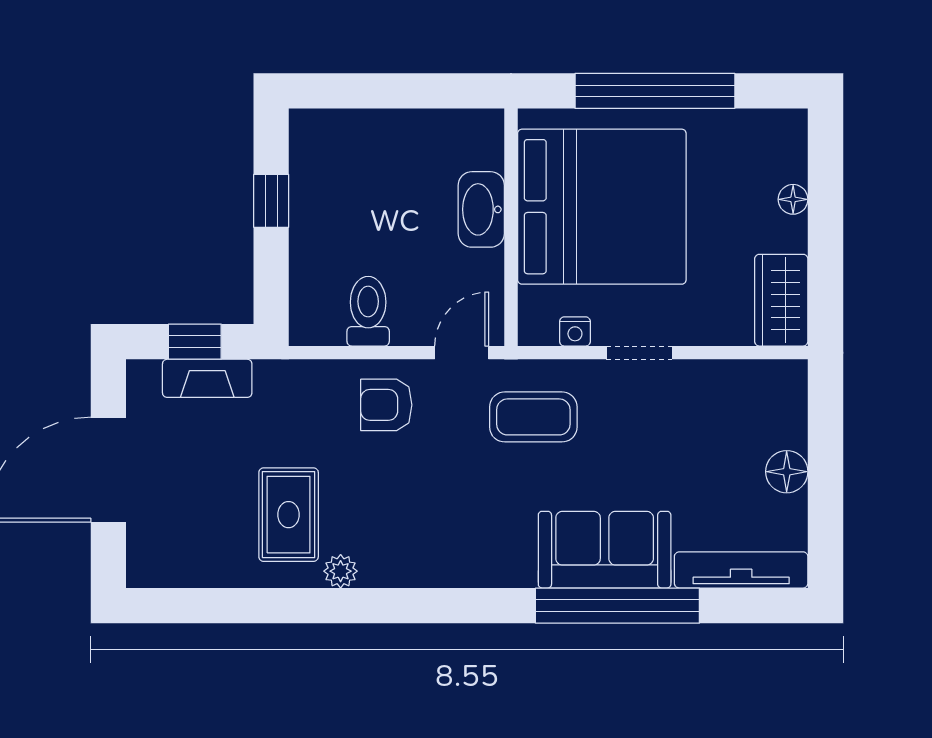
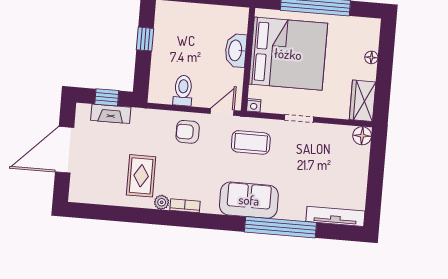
nightstand: (575, 331) -> (254, 105), moved
floor lamp: (787, 472) -> (362, 136), moved
sofa: (605, 550) -> (249, 200), moved
bookcase: (395, 574) -> (185, 206), added

